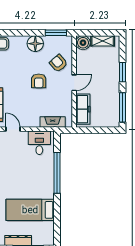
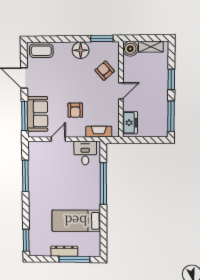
armchair: (39, 81) -> (75, 110), moved
freezer: (83, 109) -> (130, 123), width x0.71
door: (13, 129) -> (58, 139), hinge flipped

